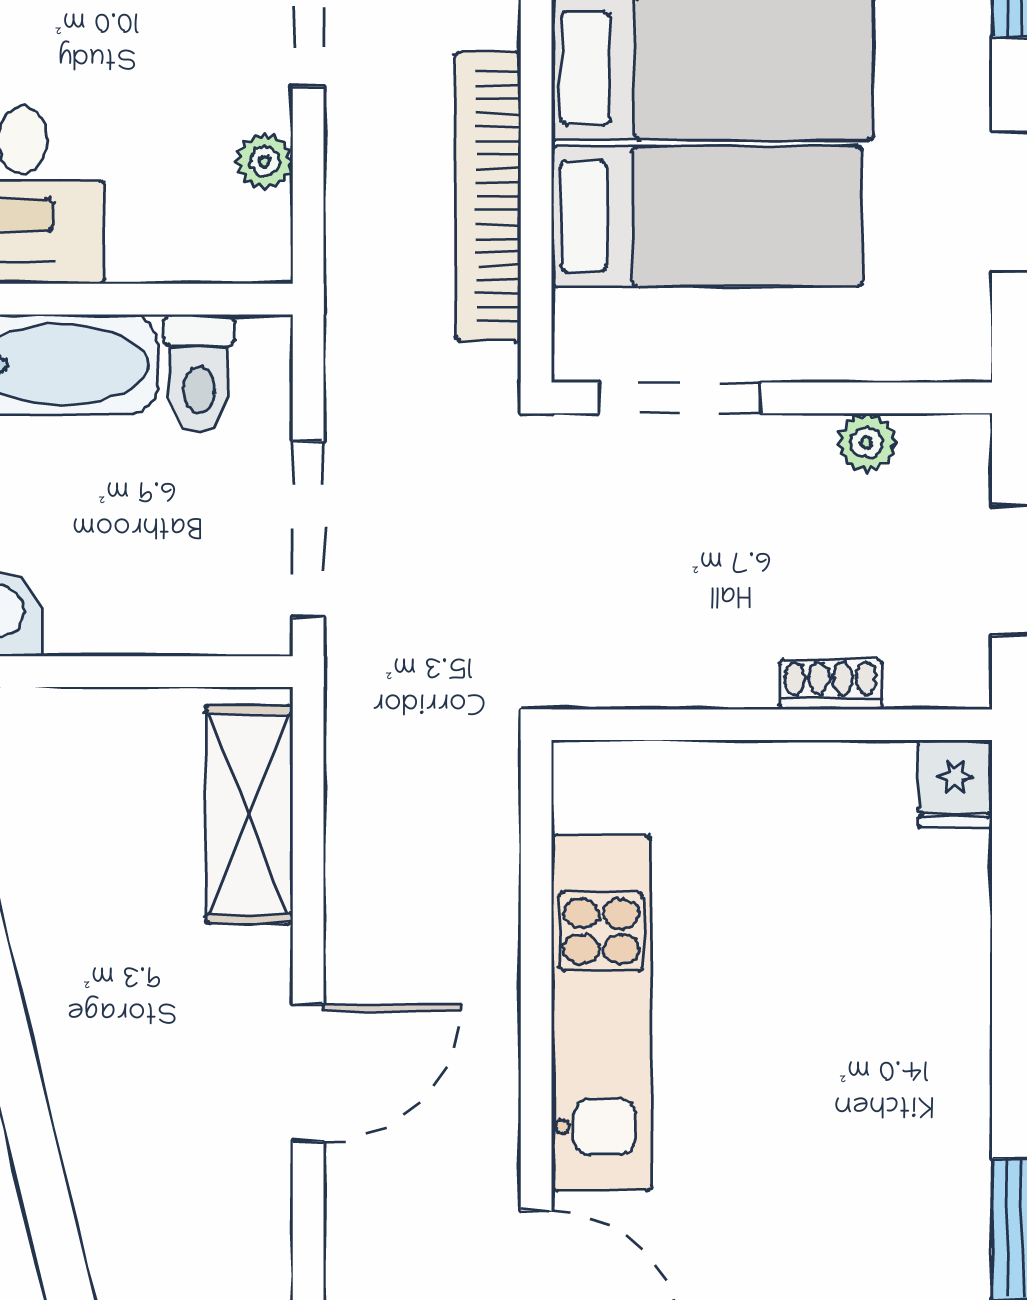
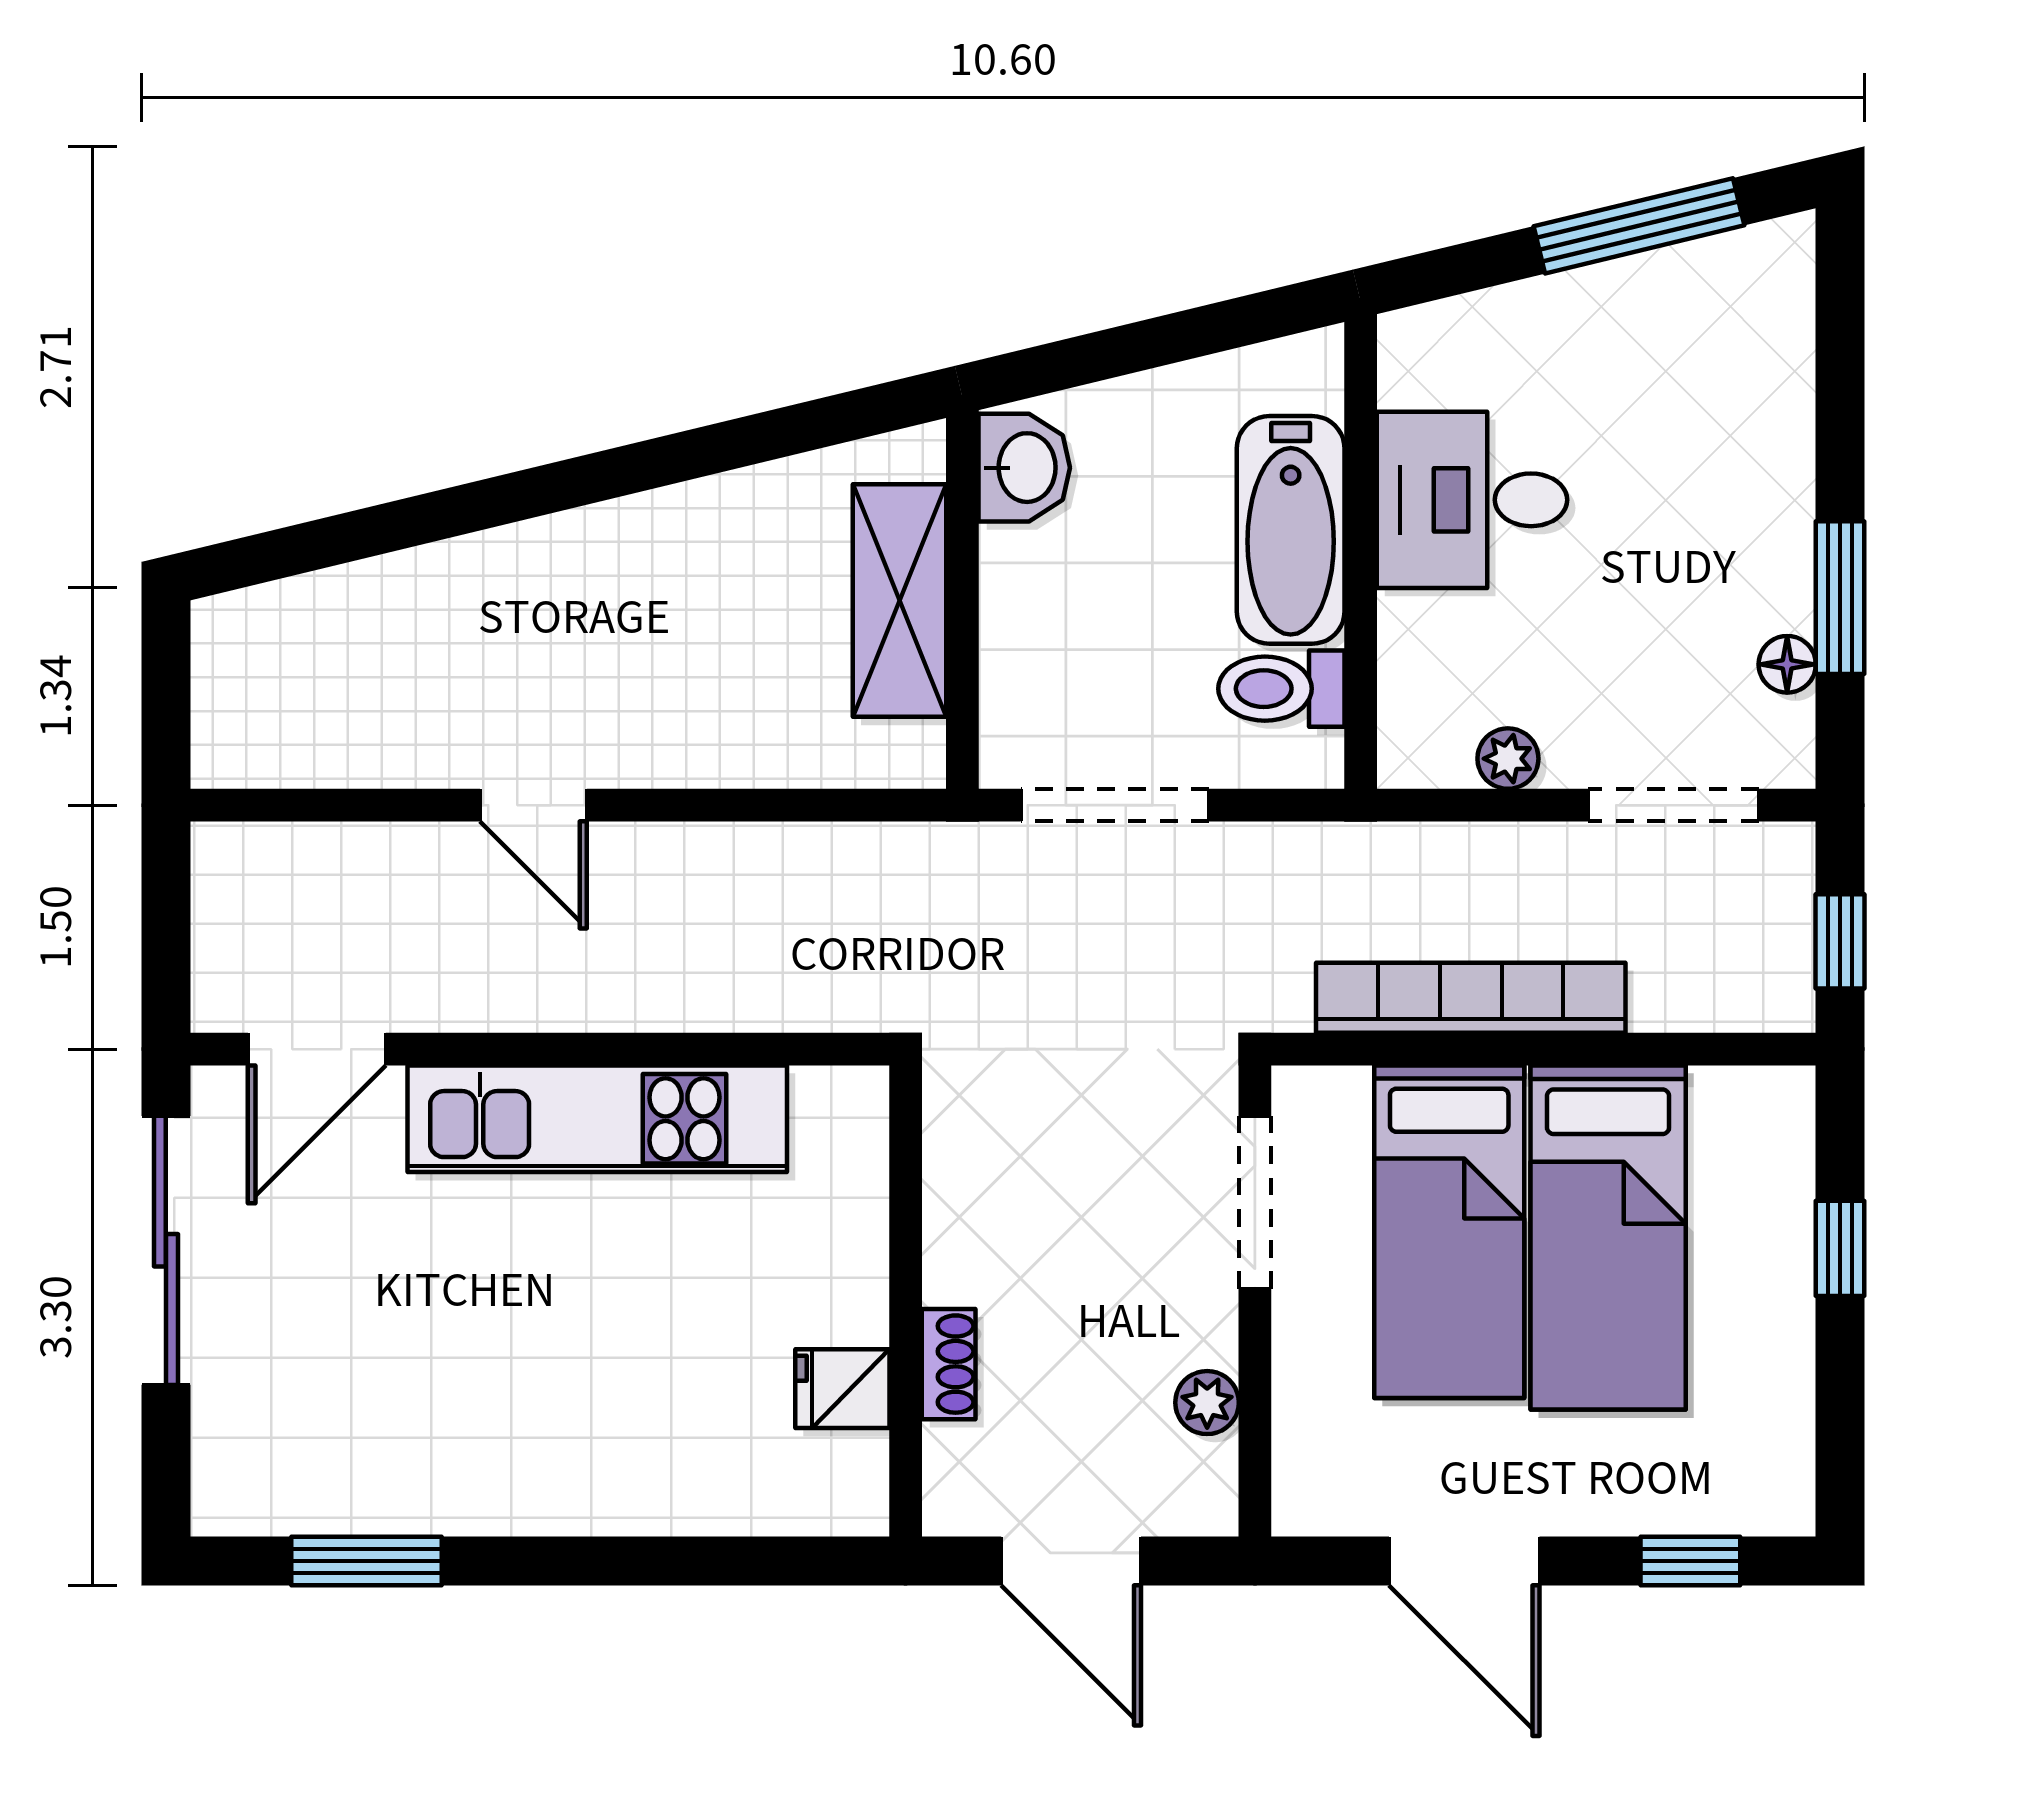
fridge: (955, 784) -> (842, 1389), moved
shelving: (249, 814) -> (900, 600), moved, turned 90
door: (308, 1073) -> (533, 805), width x0.73

